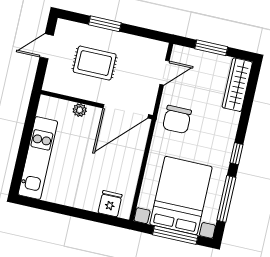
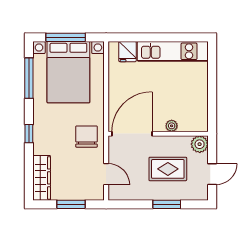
door: (165, 73) -> (106, 174), swing flipped
plant: (53, 83) -> (200, 144), added
window: (236, 154) -> (29, 134), moved
kitchen unit: (38, 158) -> (173, 51), moved, turned -90

